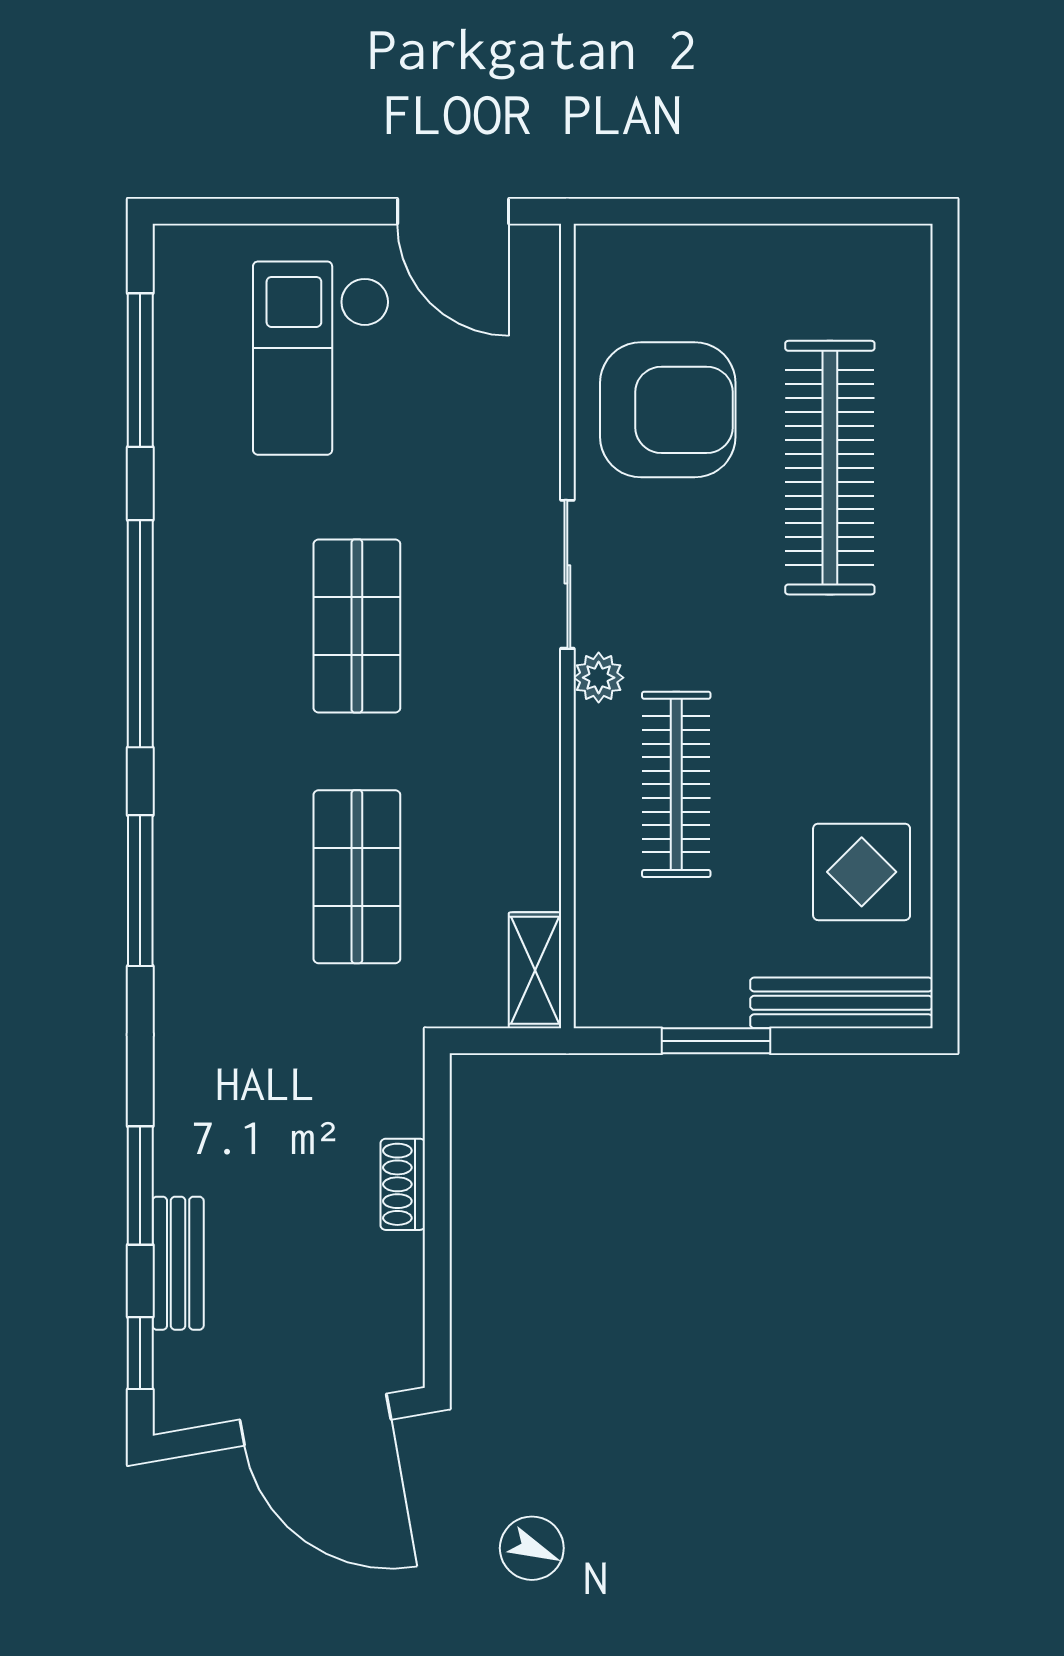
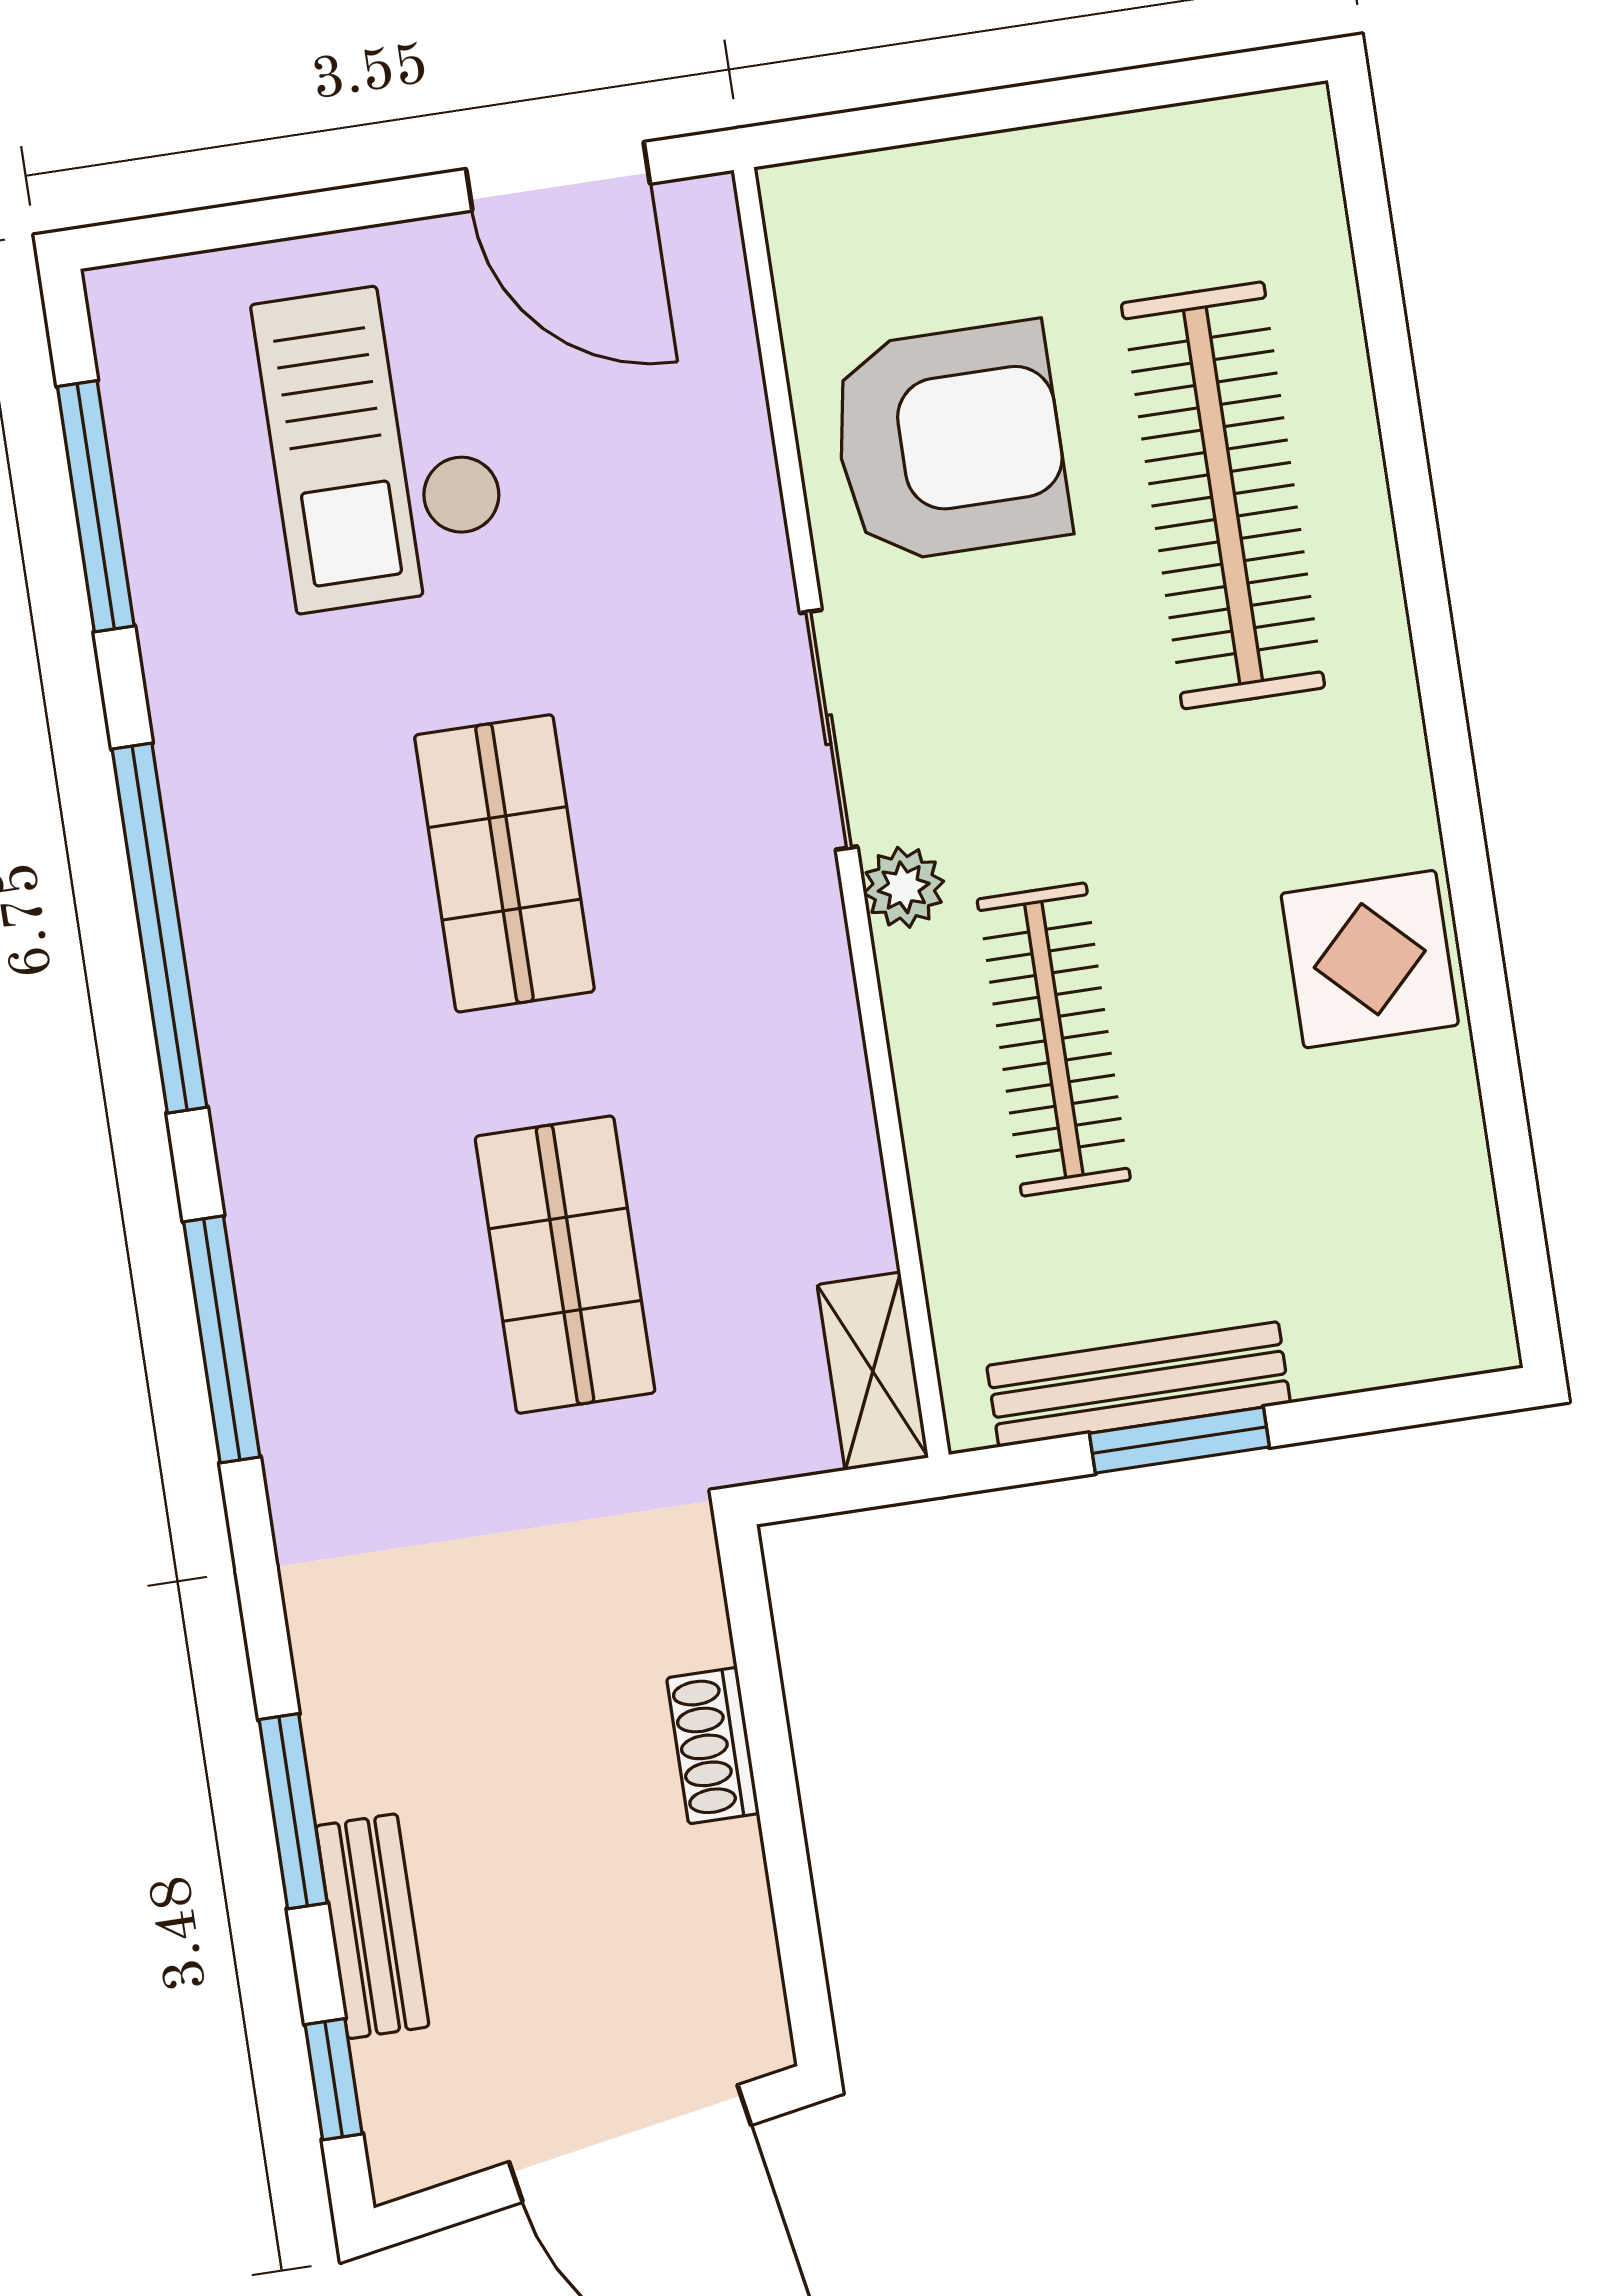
display table: (862, 872) -> (1370, 959), moved
bench: (841, 1003) -> (1139, 1384), moved

